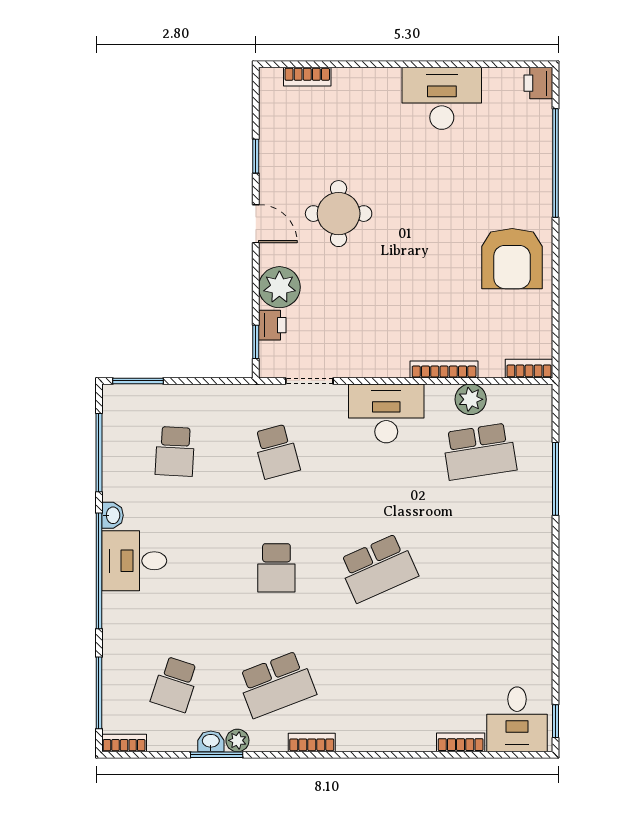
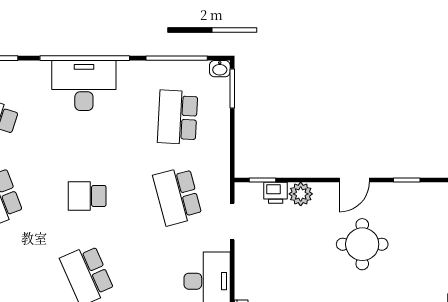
plant: (279, 287) -> (301, 194), width x0.73, depth x0.73
school desk: (175, 451) -> (178, 117), width x1.85
school desk: (276, 451) -> (178, 196), width x1.85
washbasin: (112, 515) -> (220, 69), moved
desk: (134, 561) -> (84, 86), width x1.37

